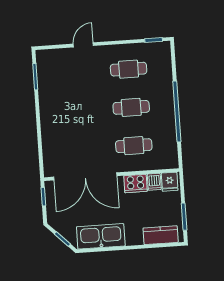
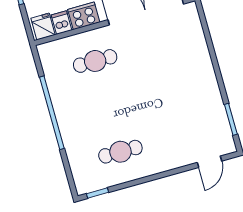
door: (83, 45) -> (209, 162), moved
cafe table: (131, 107) -> (108, 106), removed

